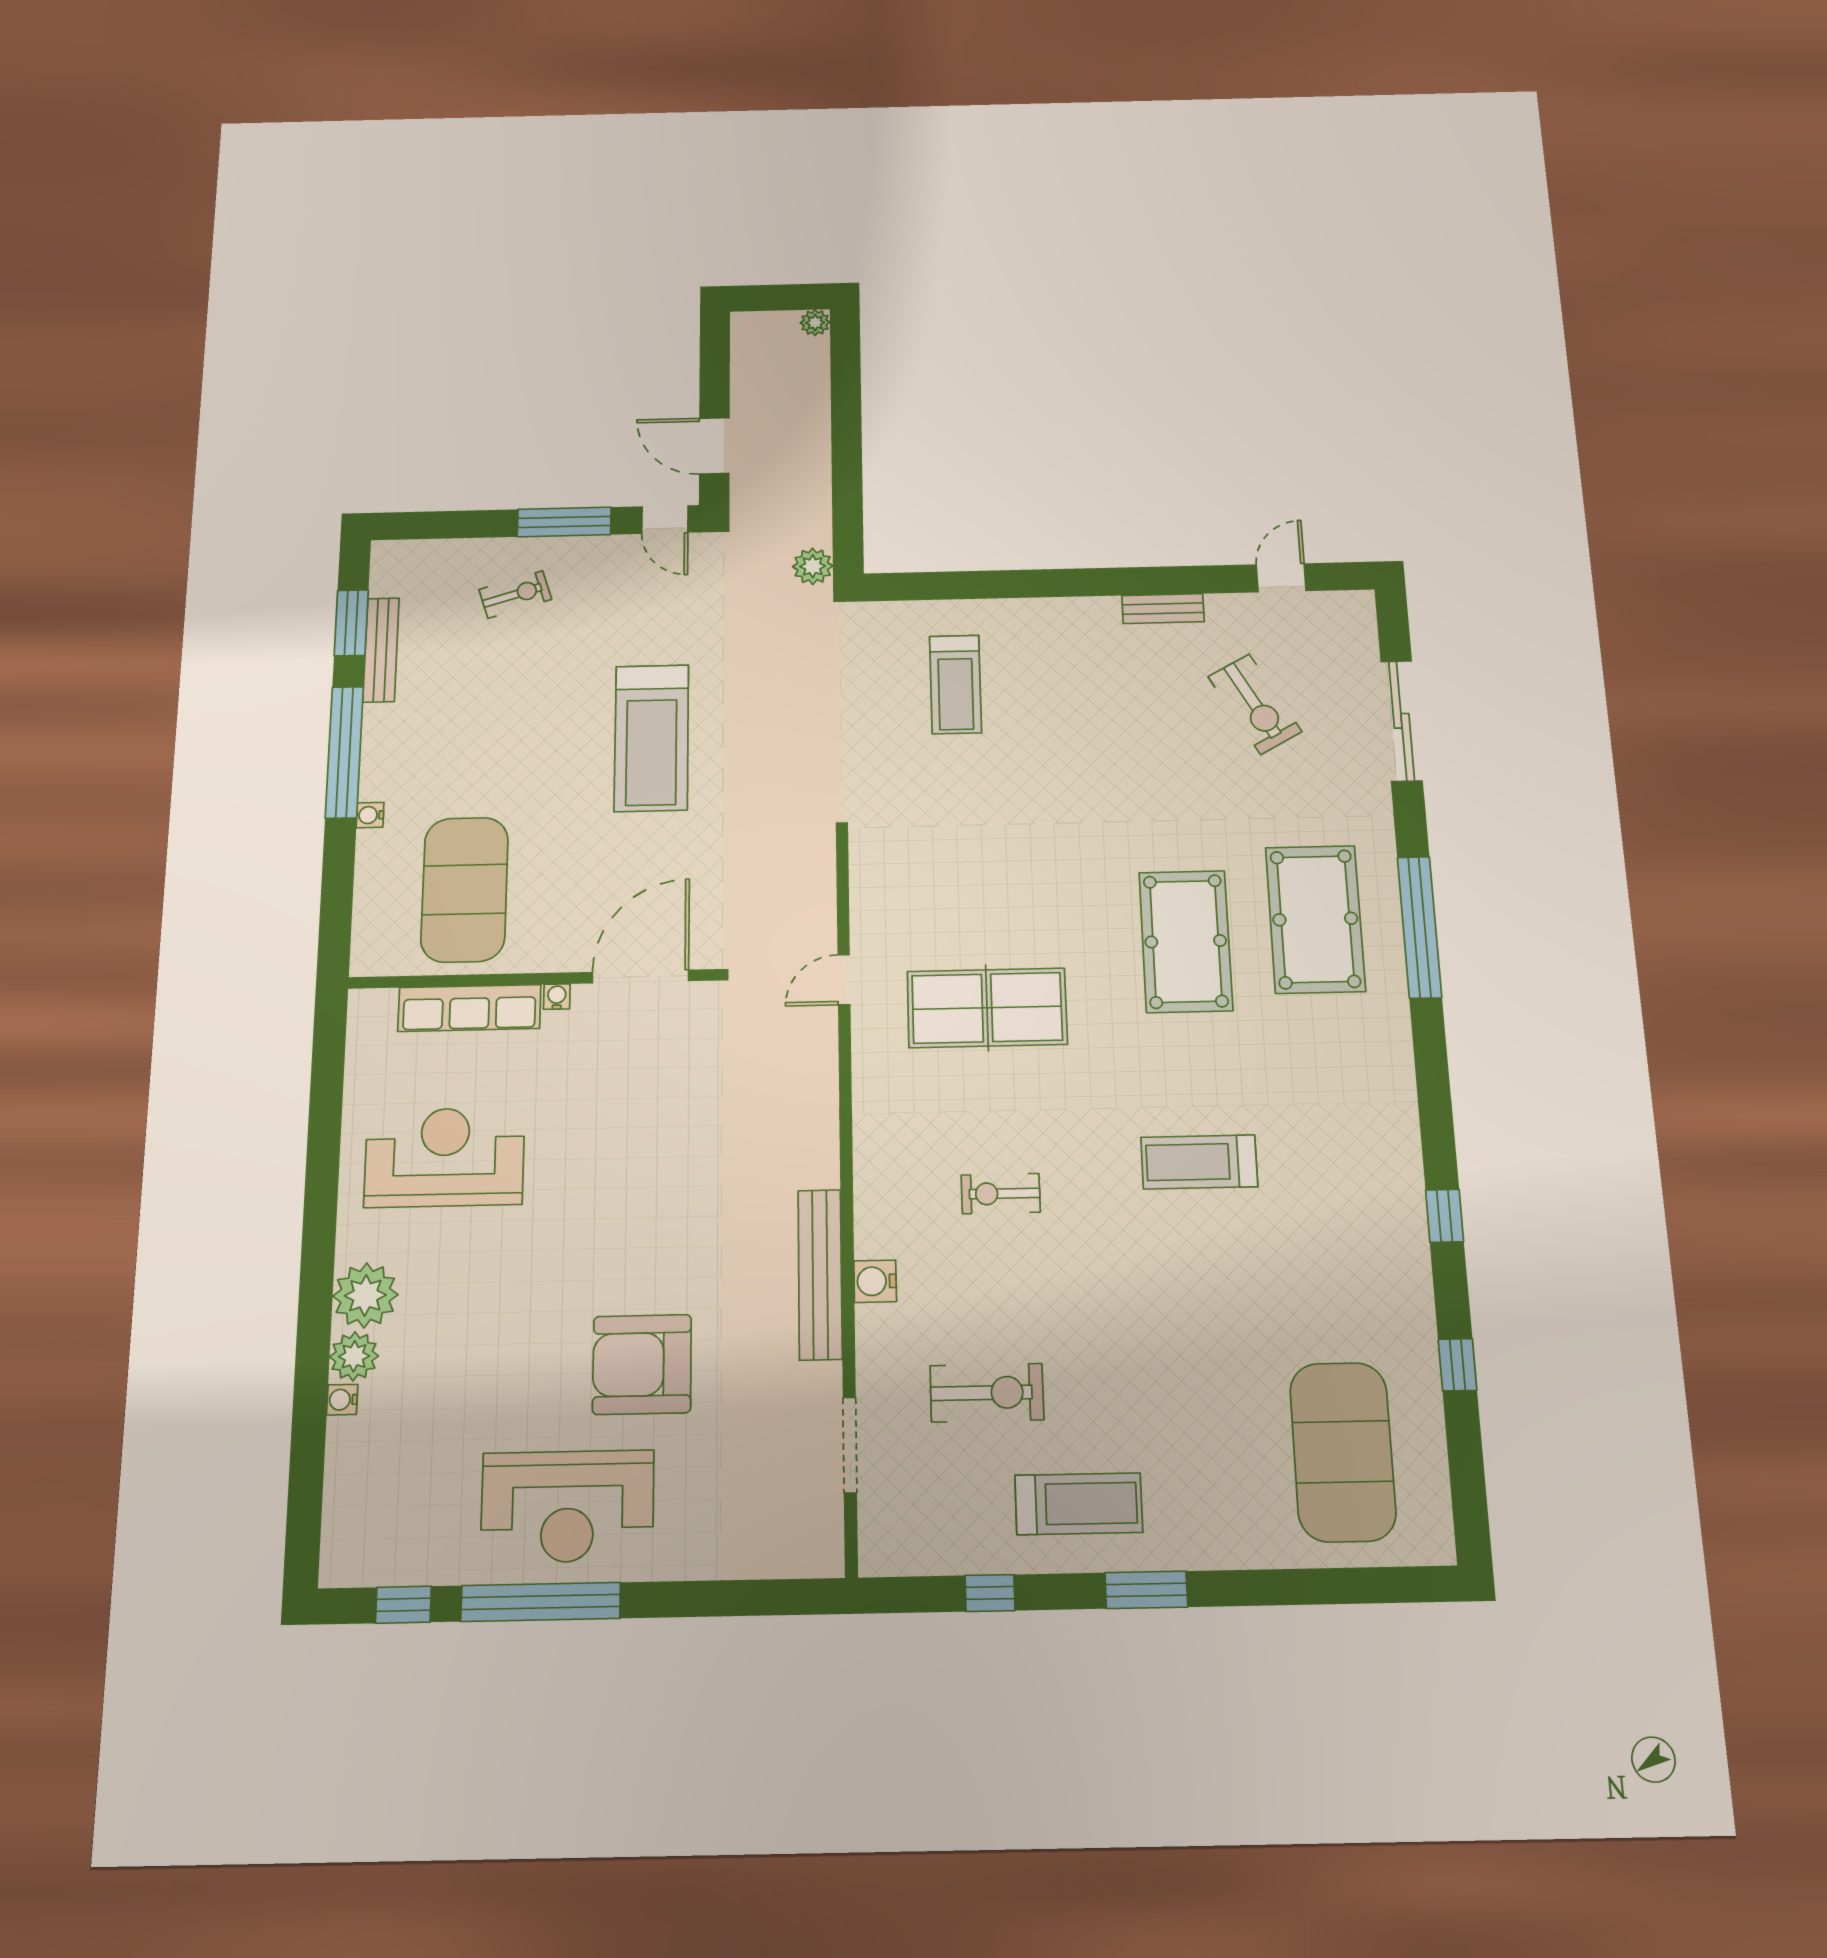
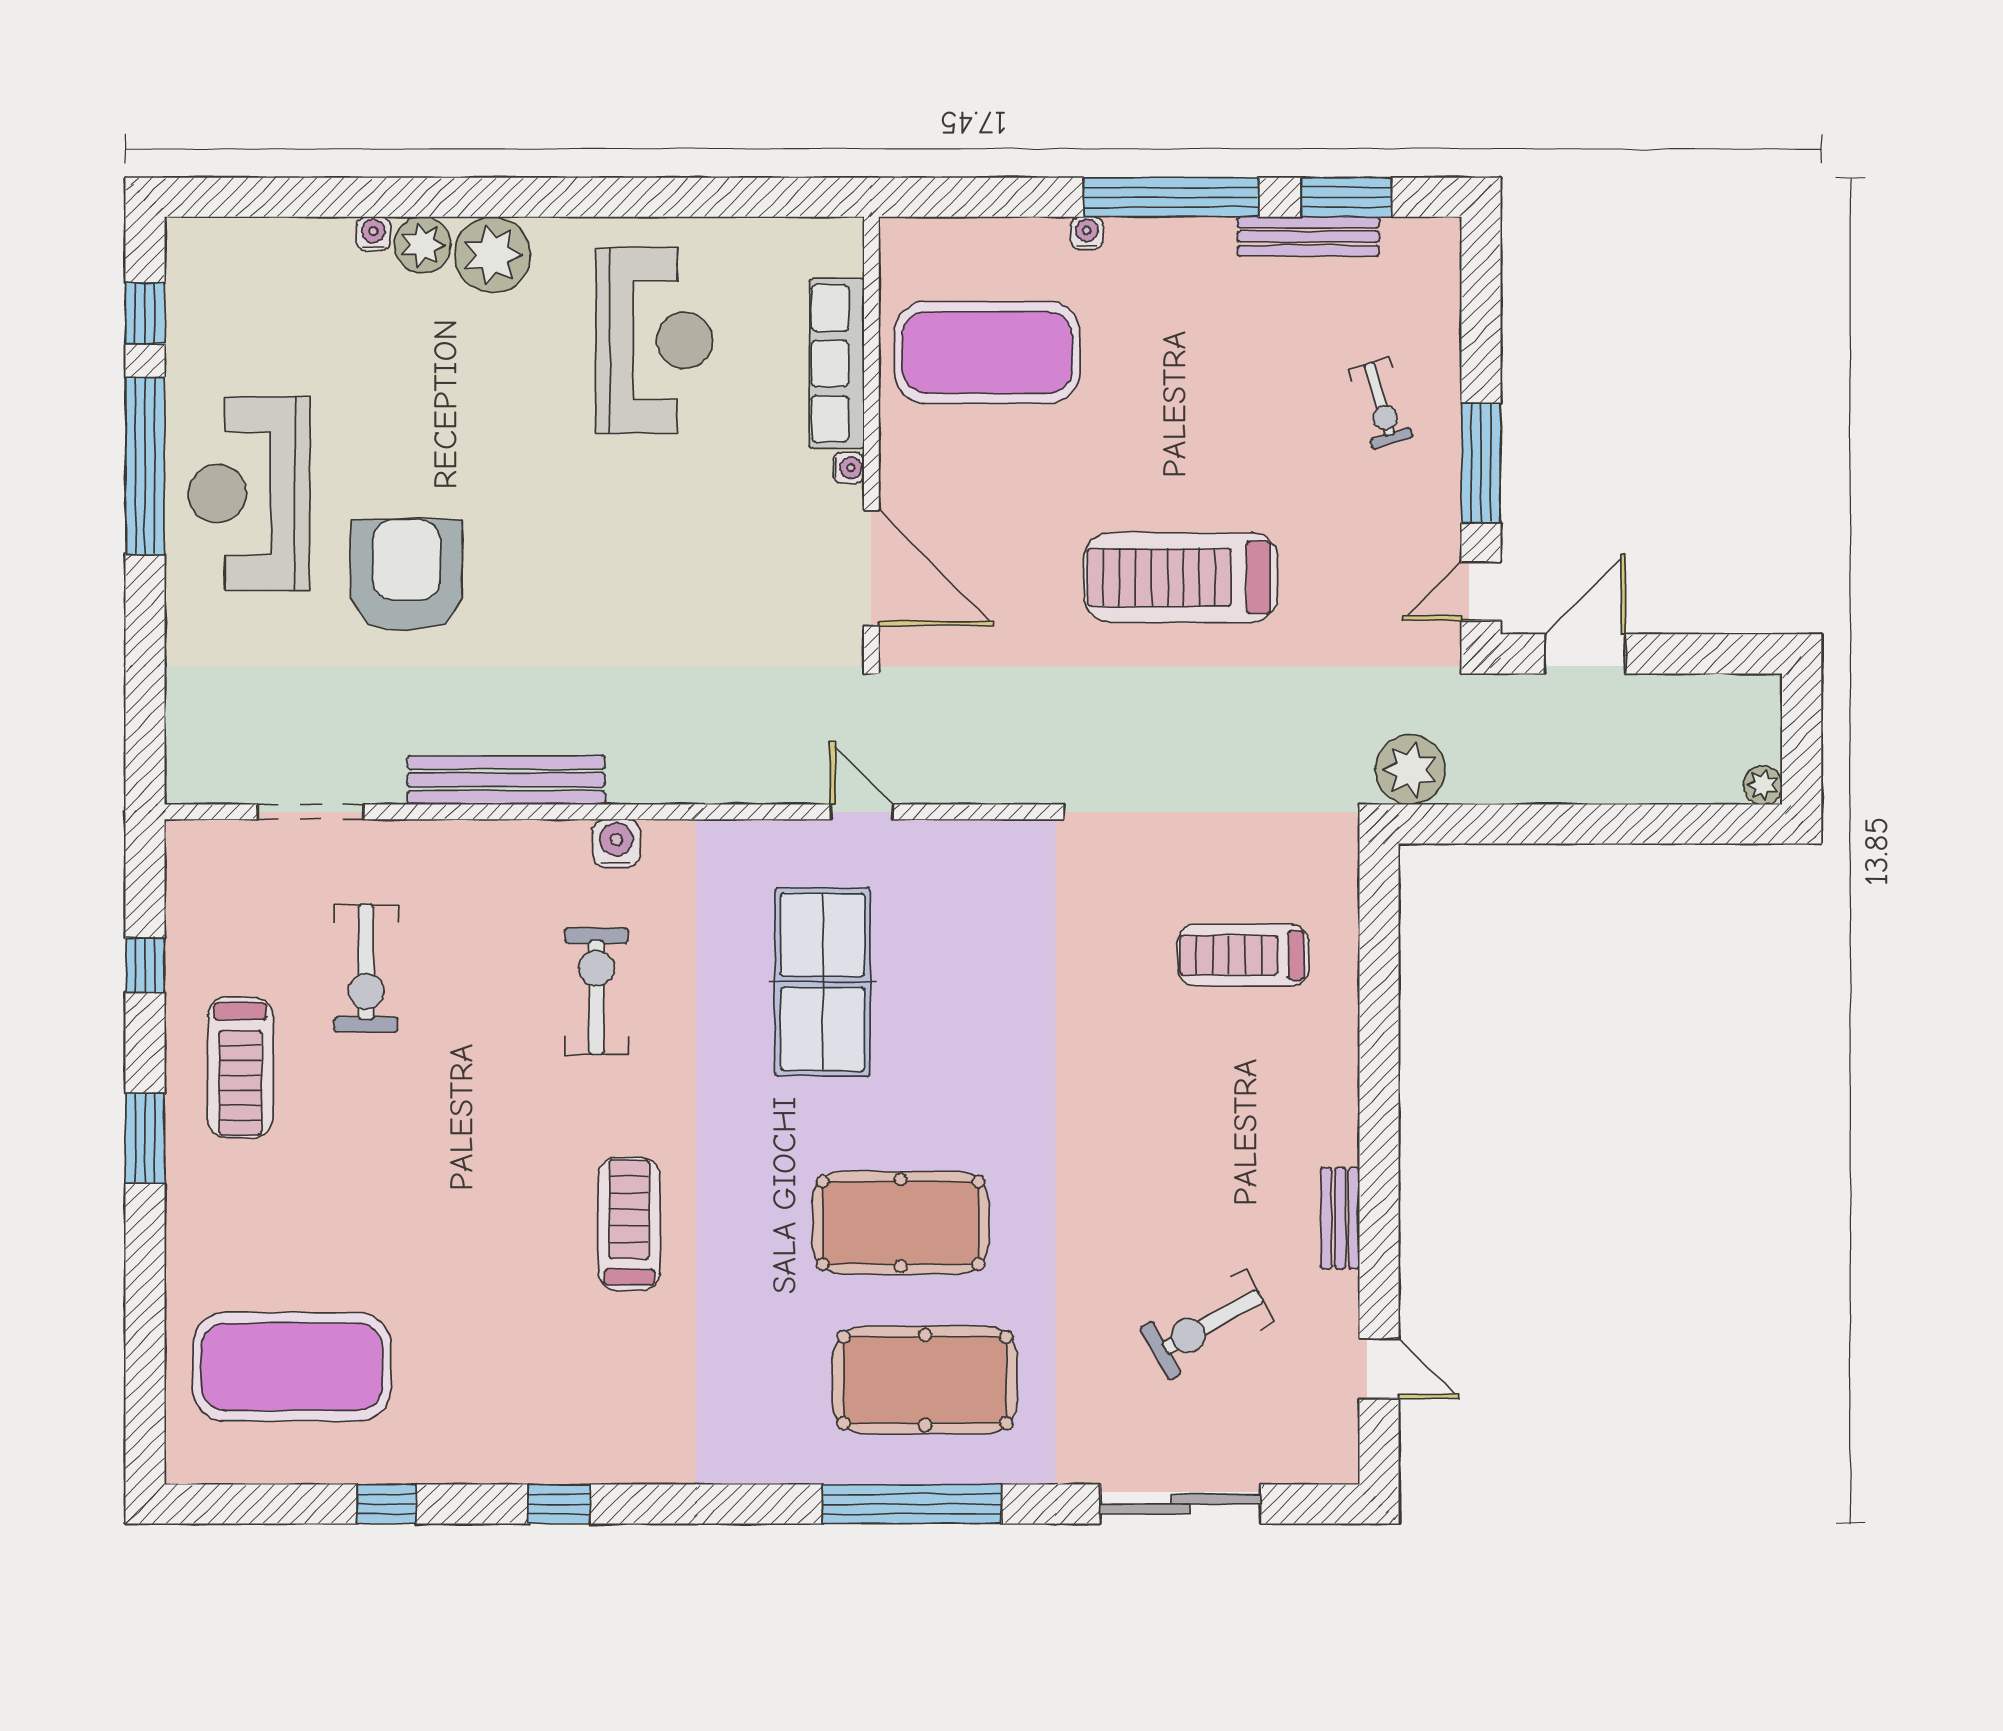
plant: (813, 566) -> (1410, 770), width x1.36, depth x1.36
exercise bike: (1001, 1194) -> (597, 991), width x1.38, depth x1.39
water cooler: (875, 1281) -> (616, 843), moved

